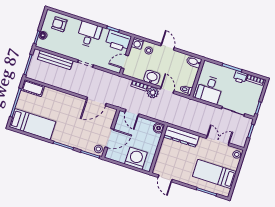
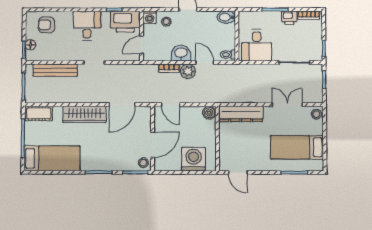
wardrobe: (66, 100) -> (84, 114), added

